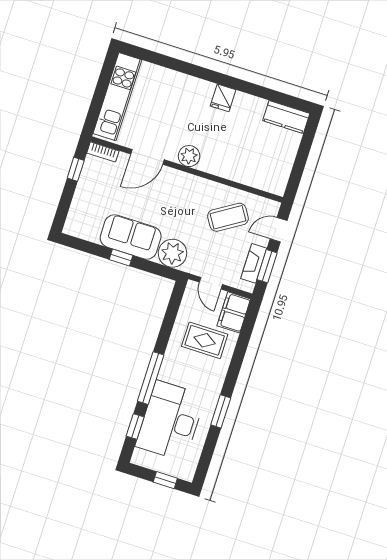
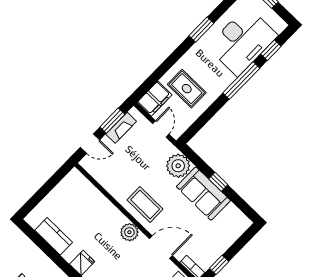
kitchen counter: (286, 117) -> (54, 236), moved
coffee table: (228, 217) -> (145, 204), moved, turned 32

